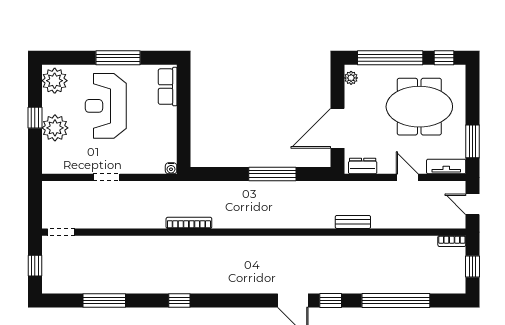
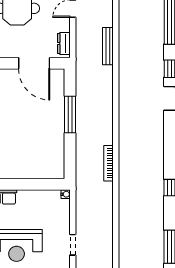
bench: (353, 222) -> (108, 46), width x1.36
bookcase: (189, 223) -> (108, 163), moved

